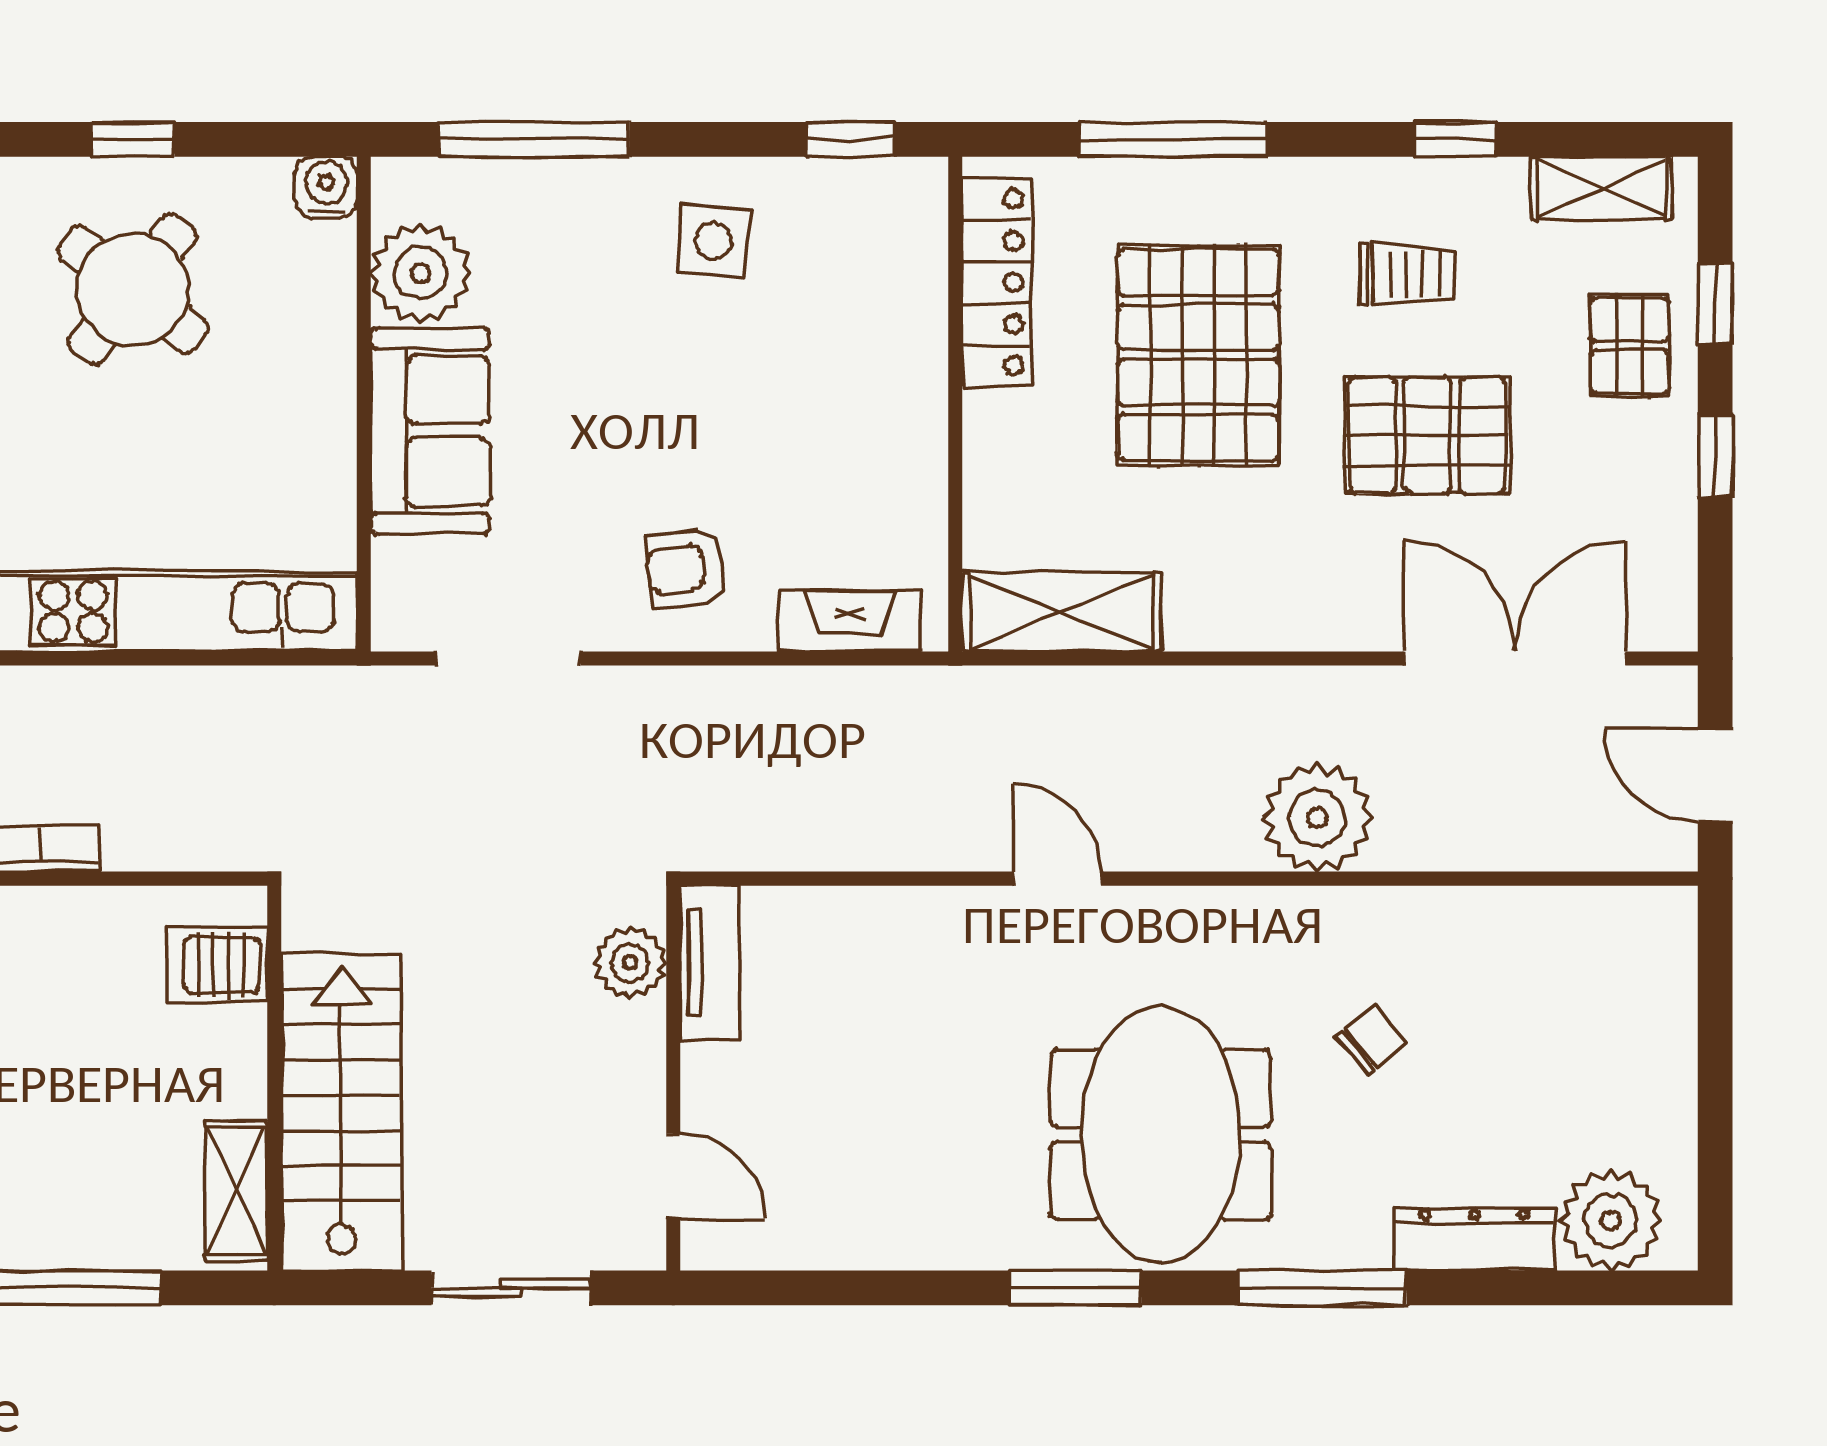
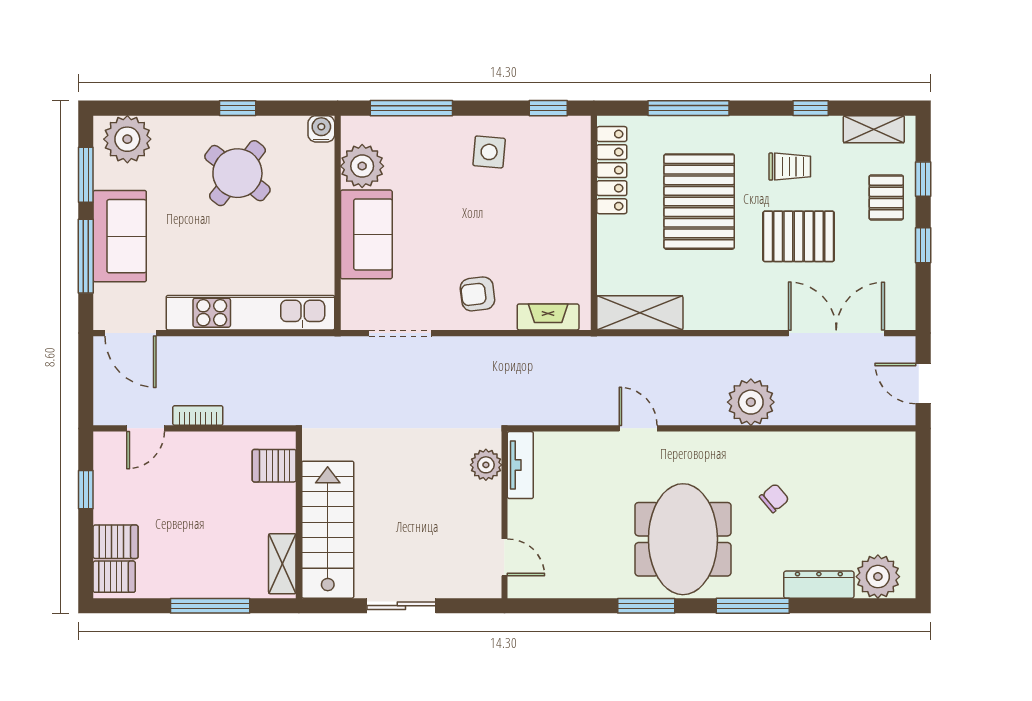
plant: (630, 963) -> (486, 465), moved
tv unit: (710, 963) -> (520, 465), moved
wall: (673, 1078) -> (504, 515), moved
door: (673, 1176) -> (504, 557), moved

